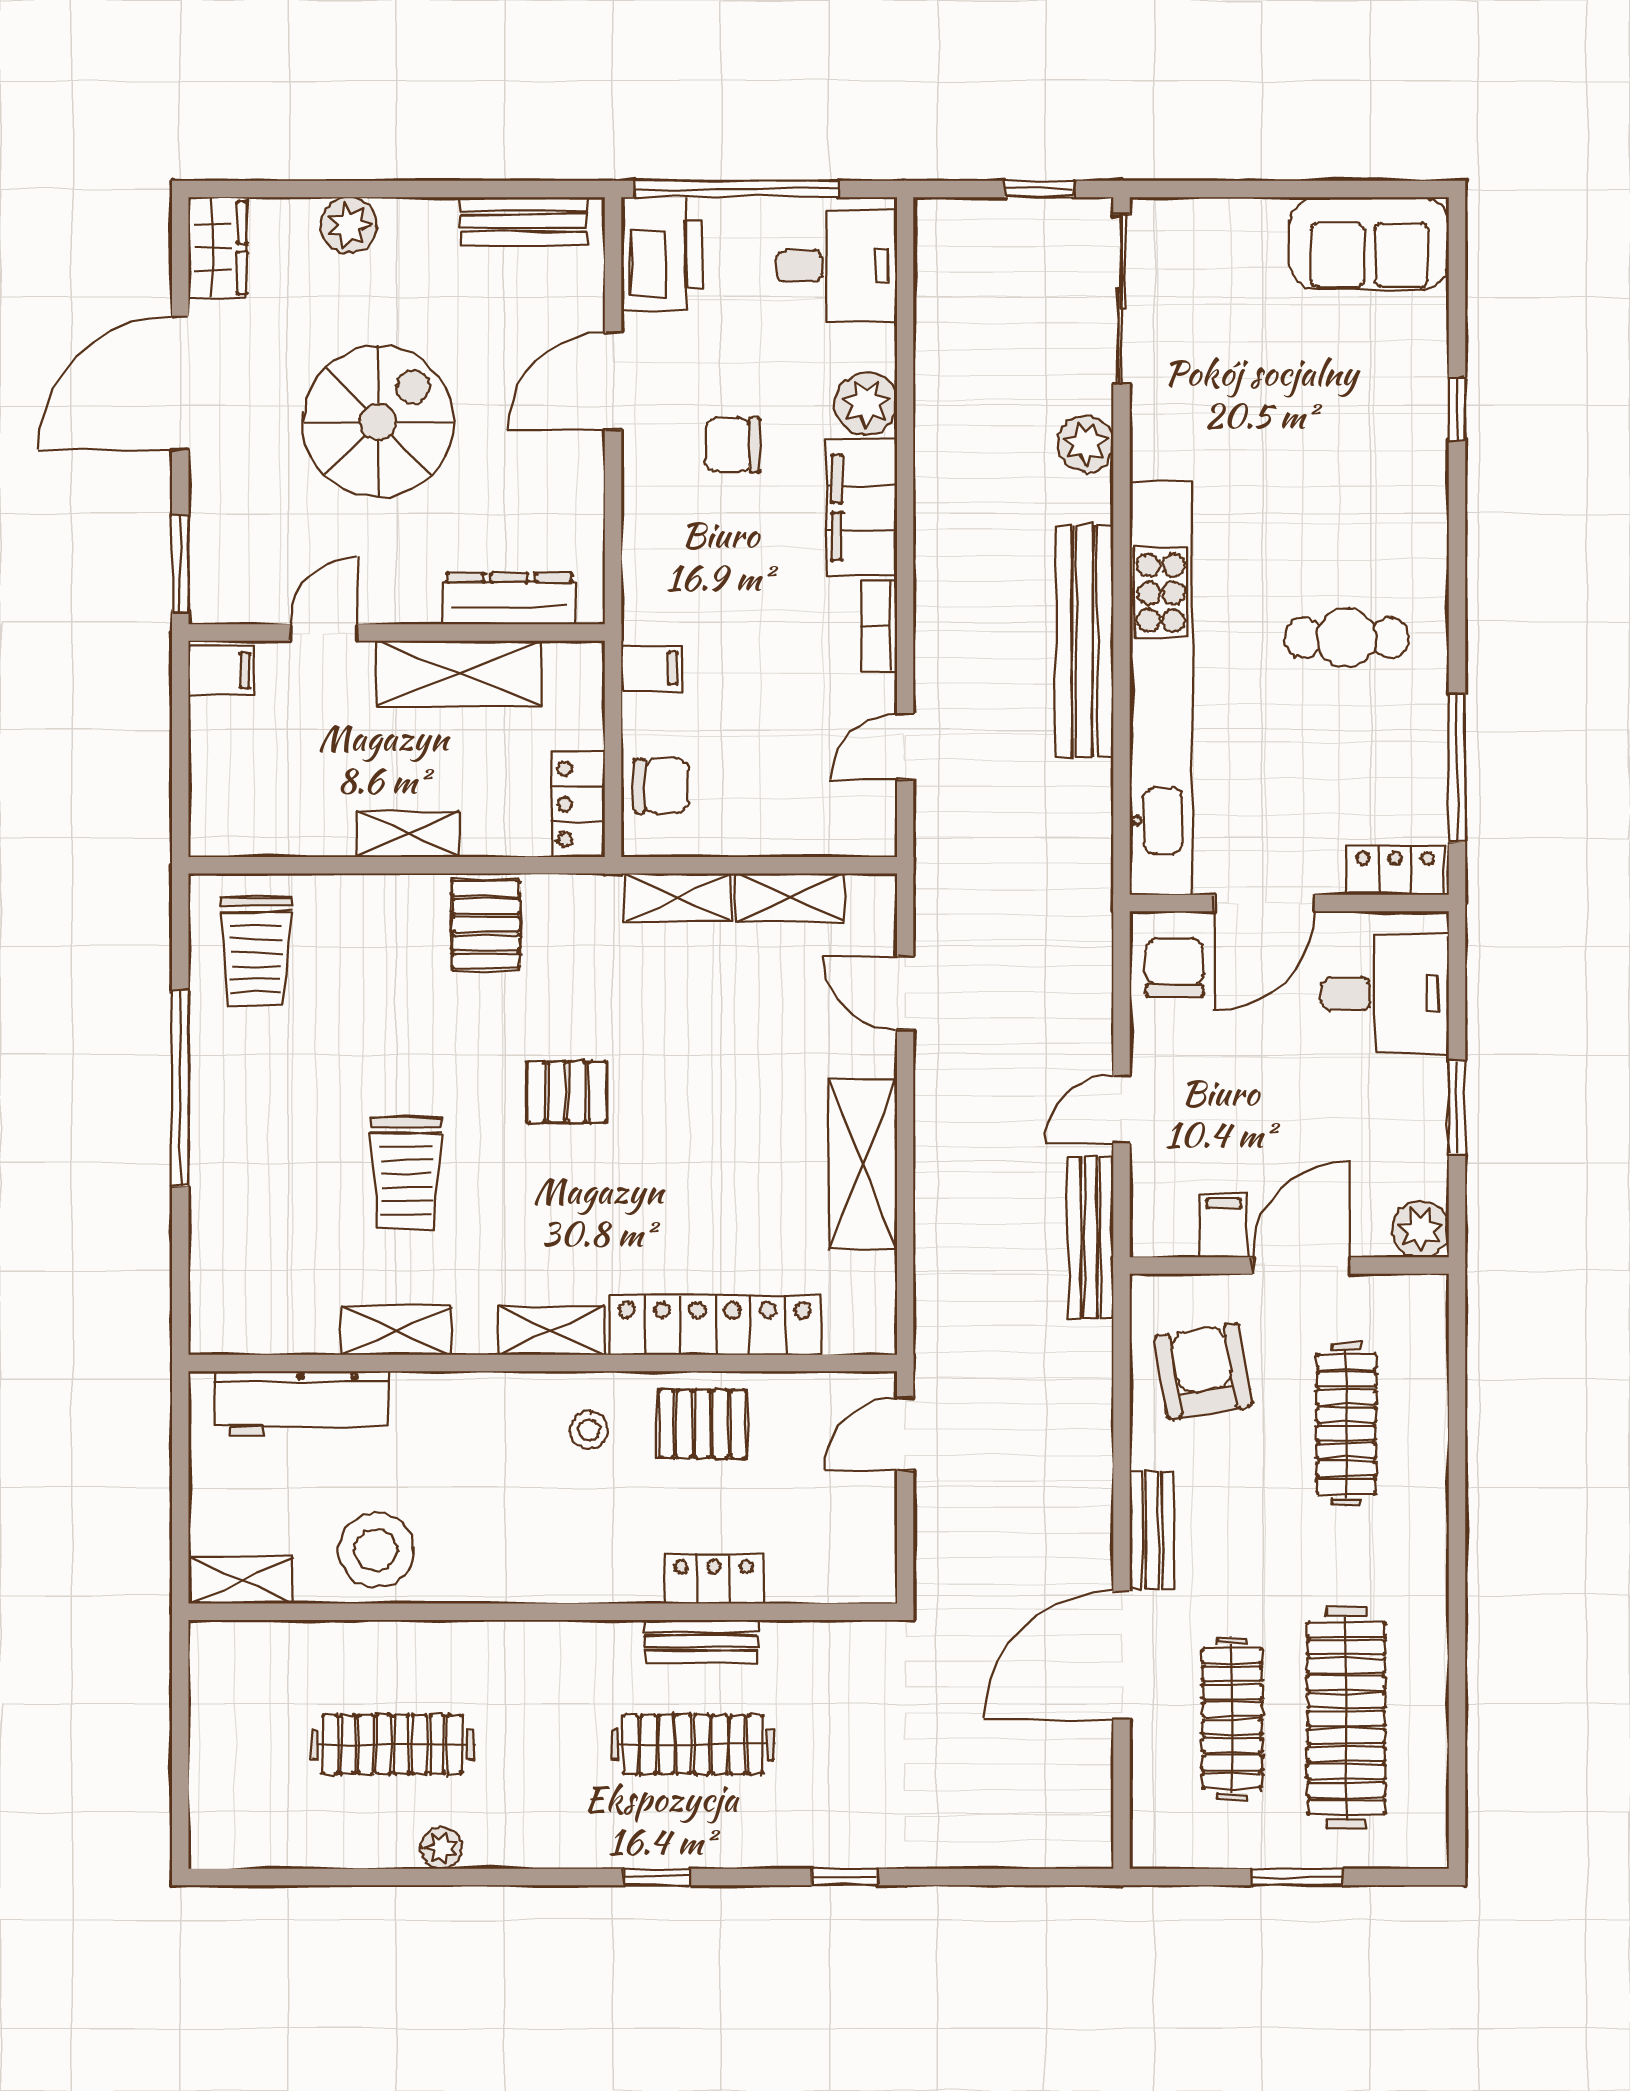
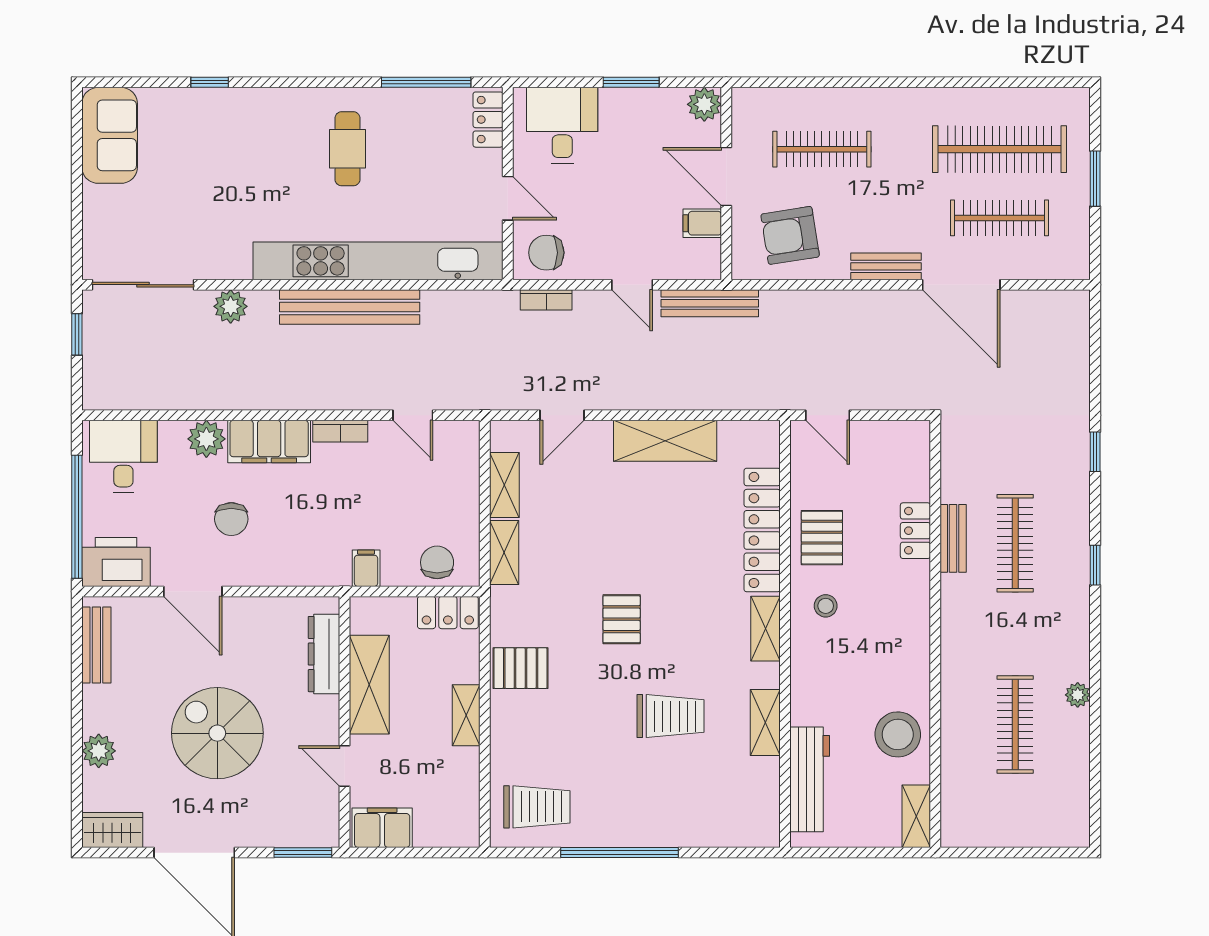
filing cabinet: (221, 670) -> (382, 828), width x2.00
door: (1265, 903) -> (508, 198), width x0.73
bookcase: (1096, 967) -> (546, 300), added

